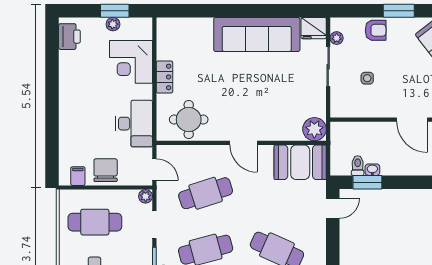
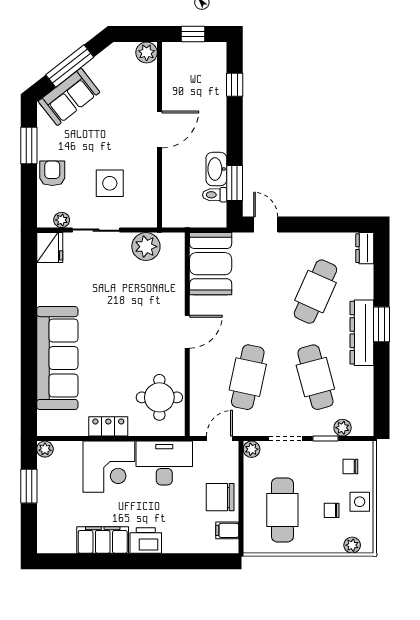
plant: (113, 24) -> (45, 449), moved
sofa: (257, 34) -> (57, 358), moved
printer: (69, 37) -> (146, 540), moved
corner desk: (131, 62) -> (109, 467), moved
filing cabinet: (70, 72) -> (103, 540), added
side table: (367, 78) -> (110, 183), width x1.87, depth x1.87
plant: (314, 129) -> (146, 247), moved
washbasin: (372, 170) -> (216, 169), width x1.91, depth x1.45
cafe table: (206, 193) -> (248, 377), turned 30

